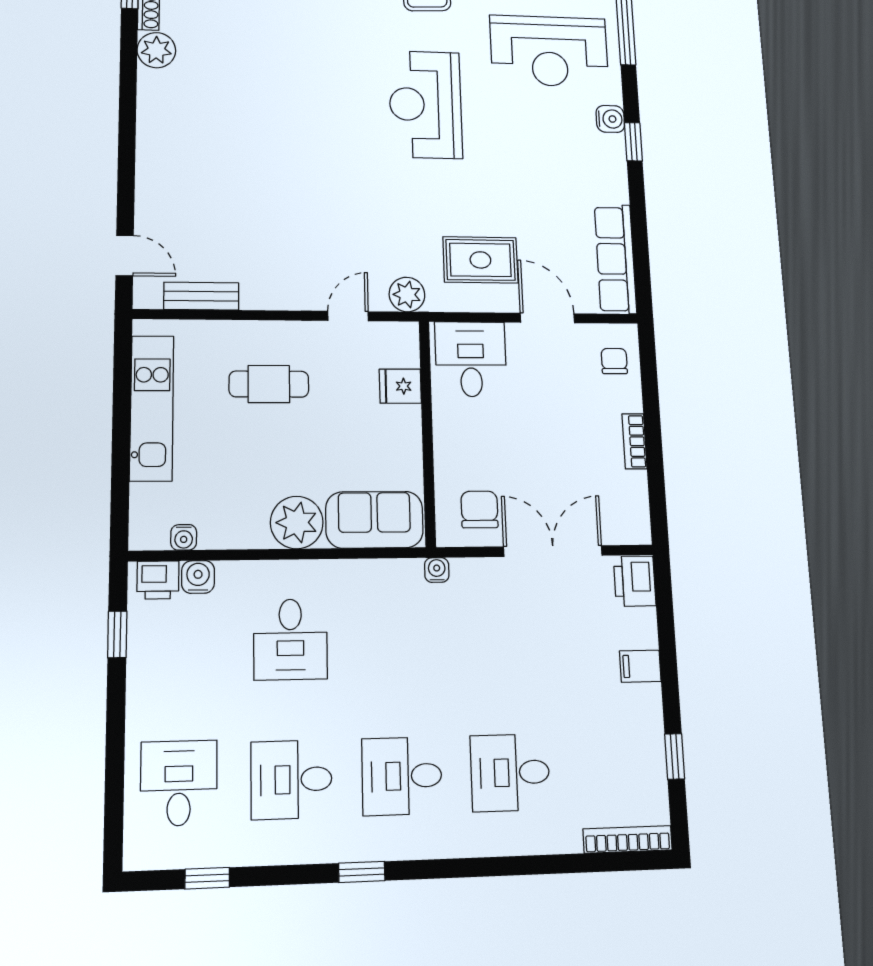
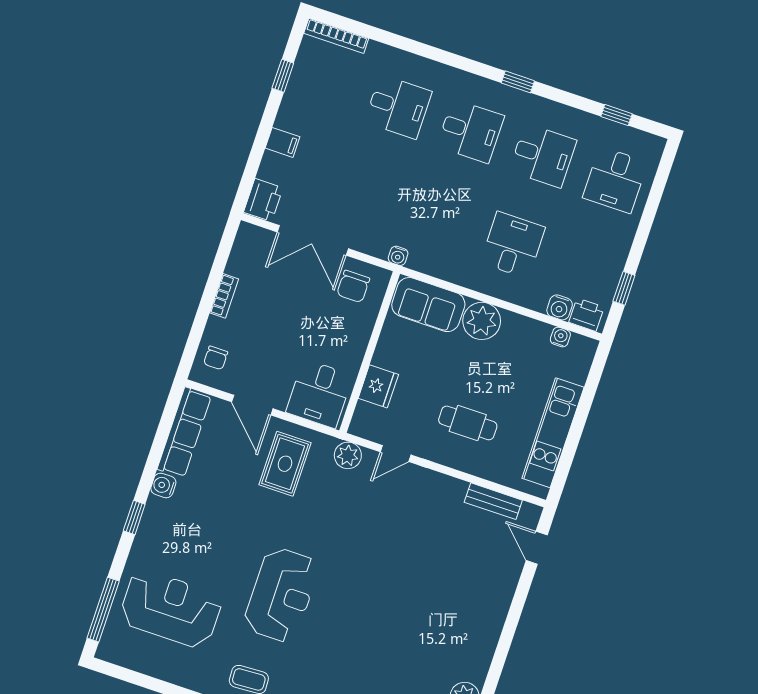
water cooler: (610, 119) -> (163, 485), moved
rug: (480, 260) -> (285, 464), turned 90
fridge: (400, 386) -> (378, 386), width x1.38

